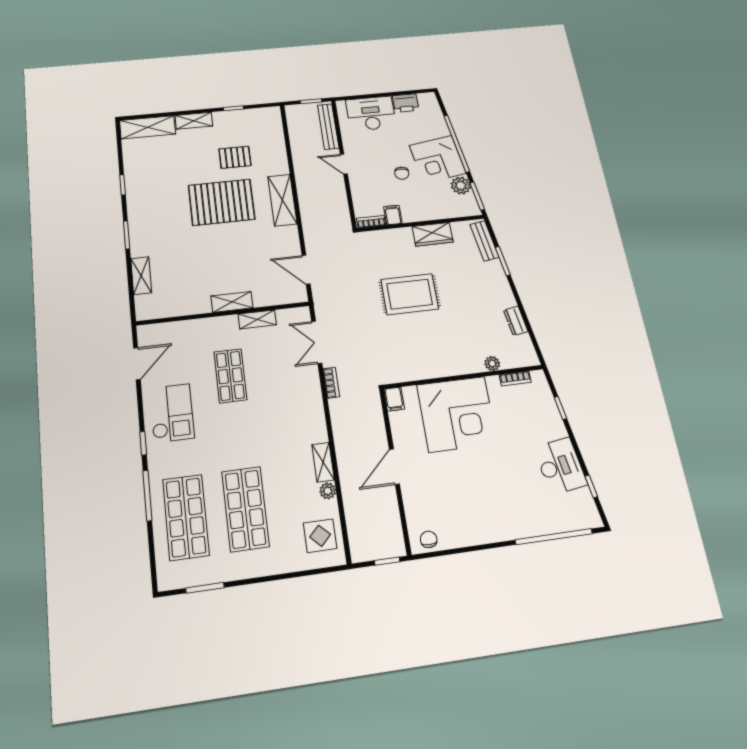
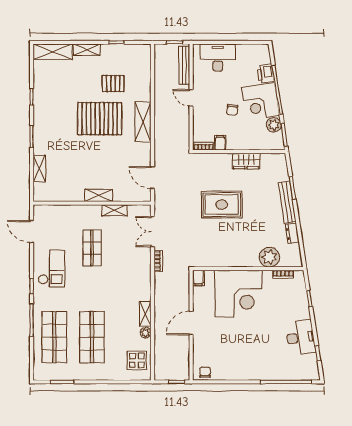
printer: (406, 103) -> (266, 74), moved, turned 81
bench: (484, 241) -> (287, 202), moved, width x1.36
plant: (492, 363) -> (269, 257), width x1.88, depth x1.88
door: (137, 364) -> (32, 232), swing flipped

